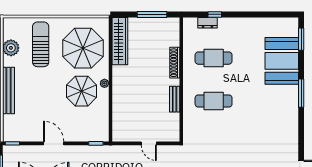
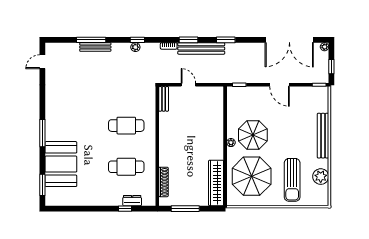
shoe rack: (175, 63) -> (163, 182), moved
bench: (175, 99) -> (164, 99), moved

